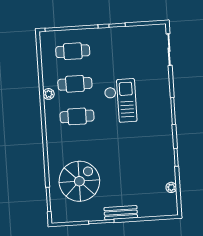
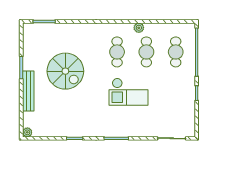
spiral stairs: (79, 181) -> (65, 71), moved
plant: (171, 187) -> (27, 132), moved
bench: (121, 213) -> (28, 91), width x1.36

